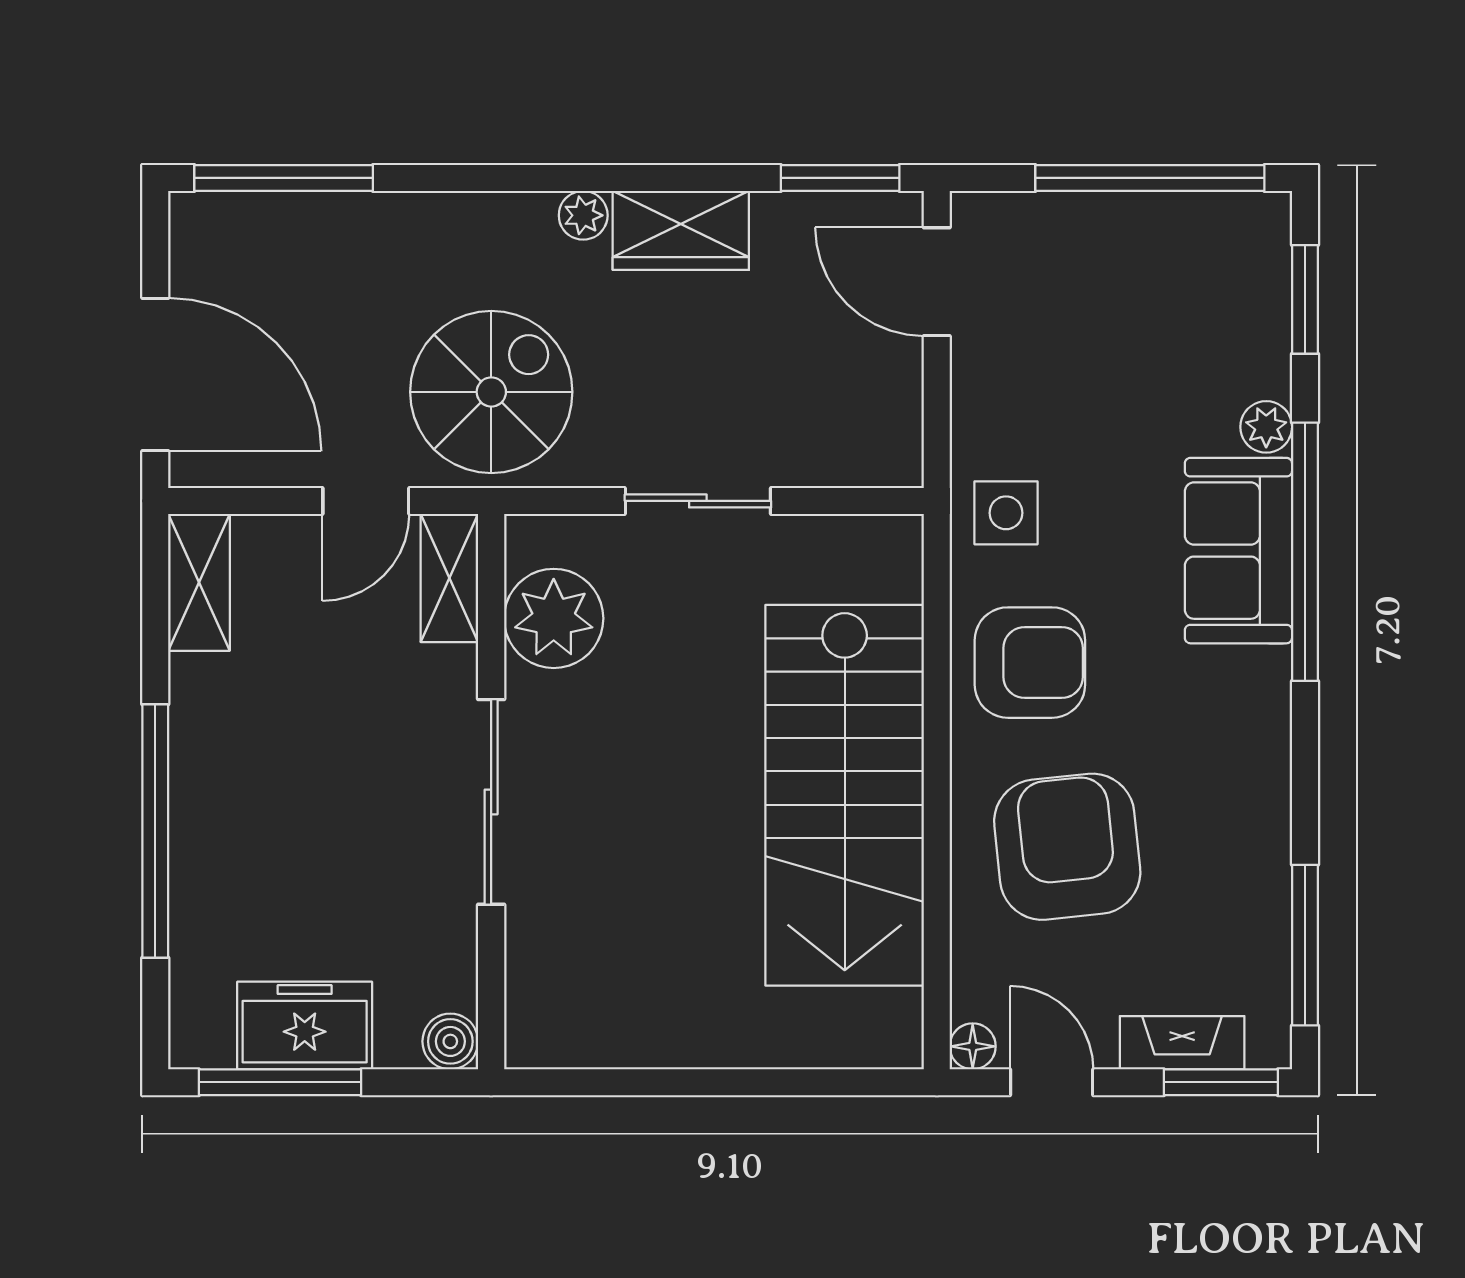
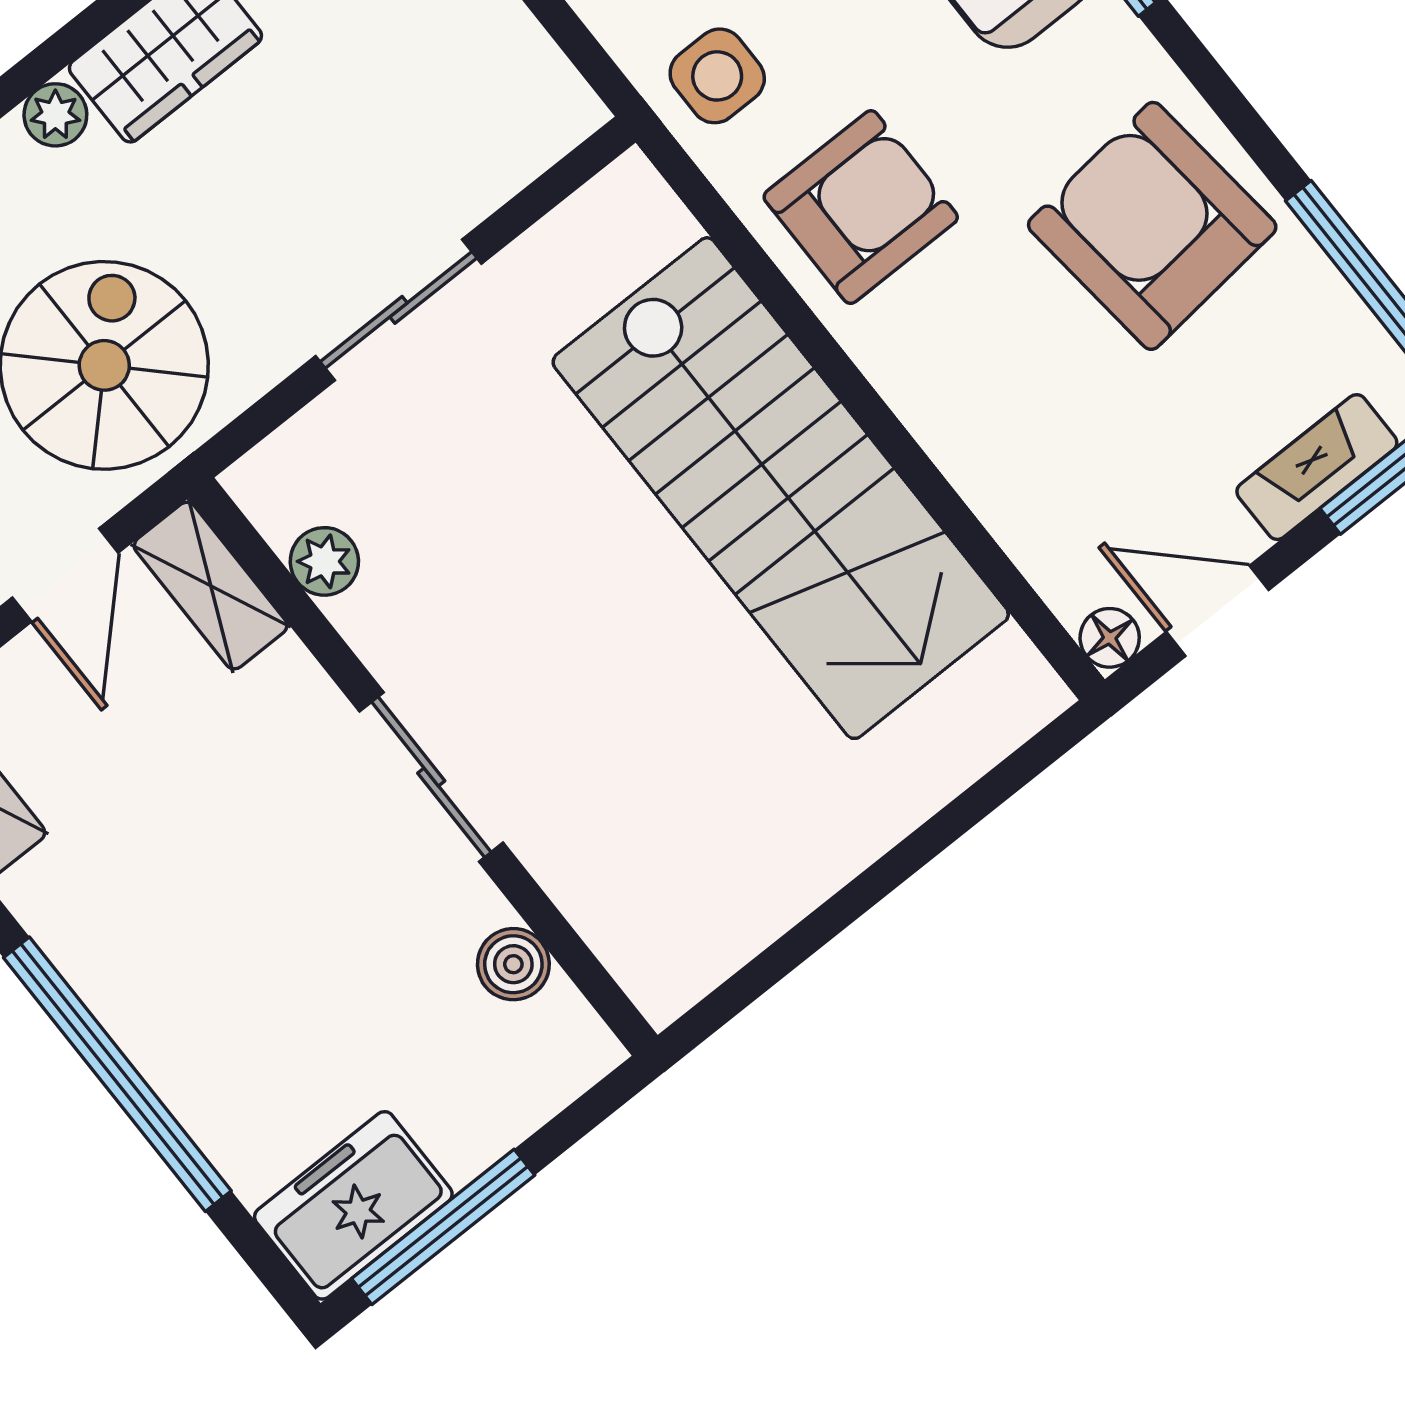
plant: (554, 618) -> (324, 561), width x0.53, depth x0.53
sliding door: (491, 802) -> (431, 777), width x0.73
armchair: (1067, 847) -> (1152, 226), moved
freezer: (305, 1026) -> (353, 1205), moved
boiler: (450, 1041) -> (513, 964), moved

